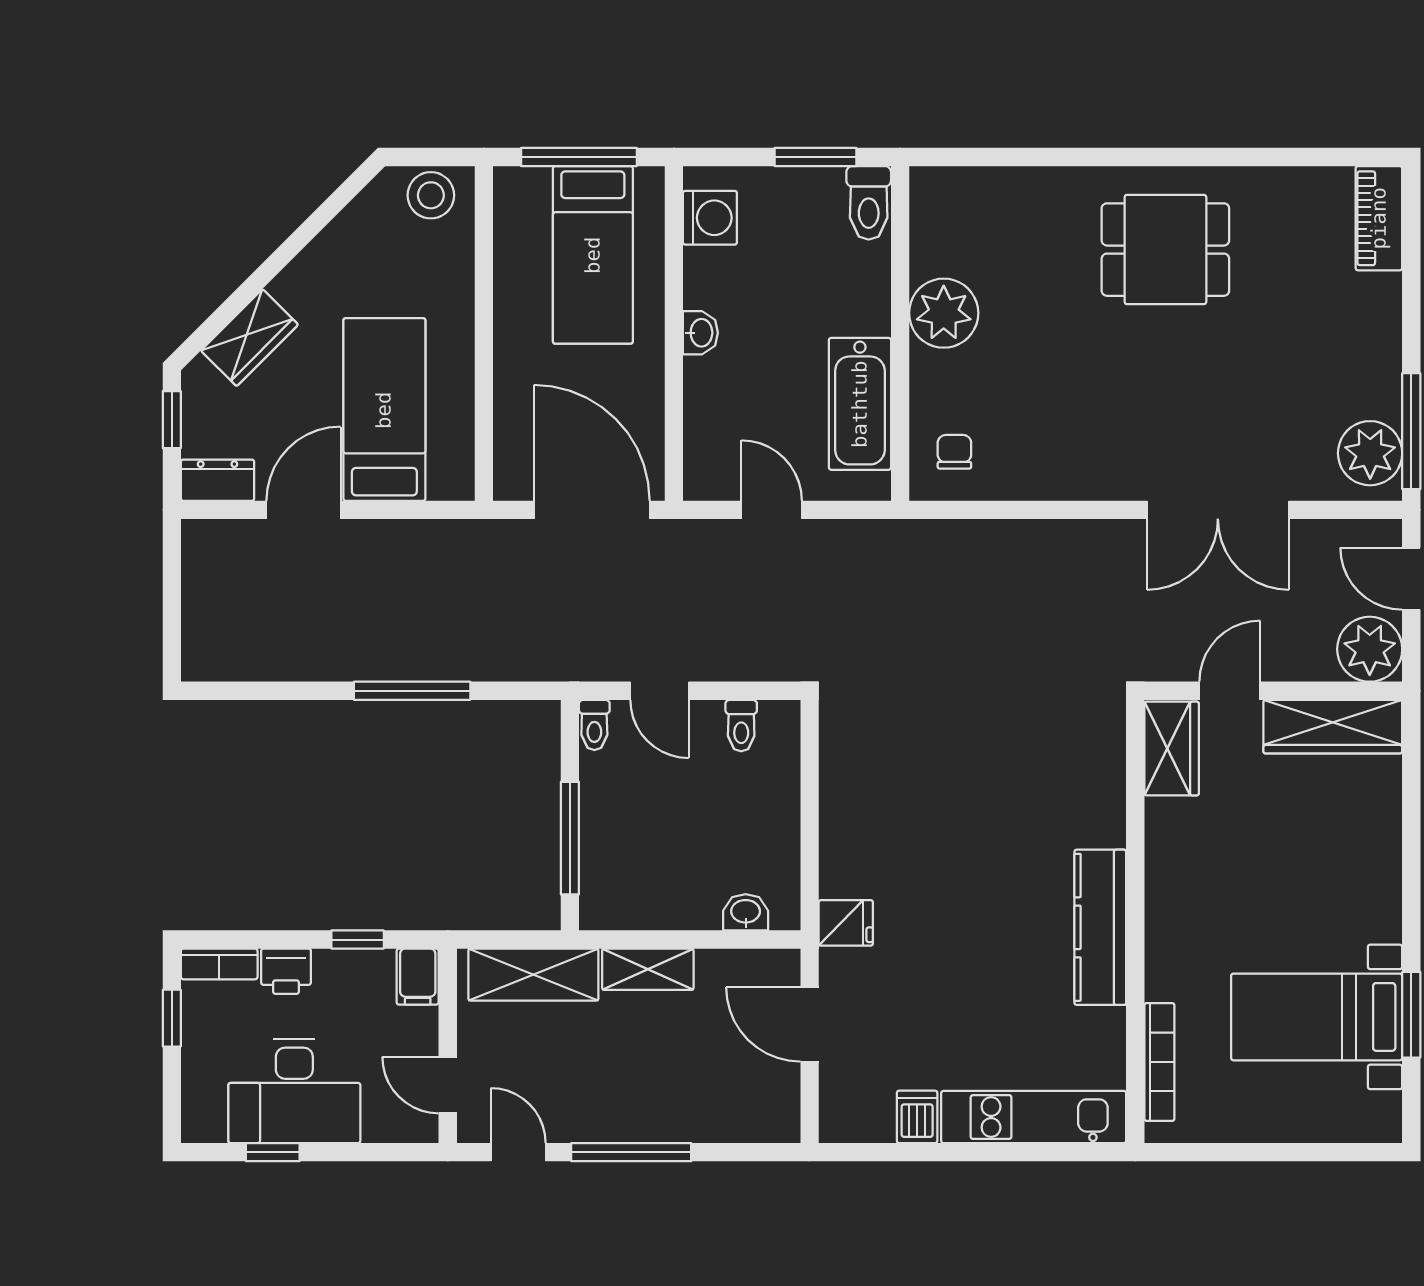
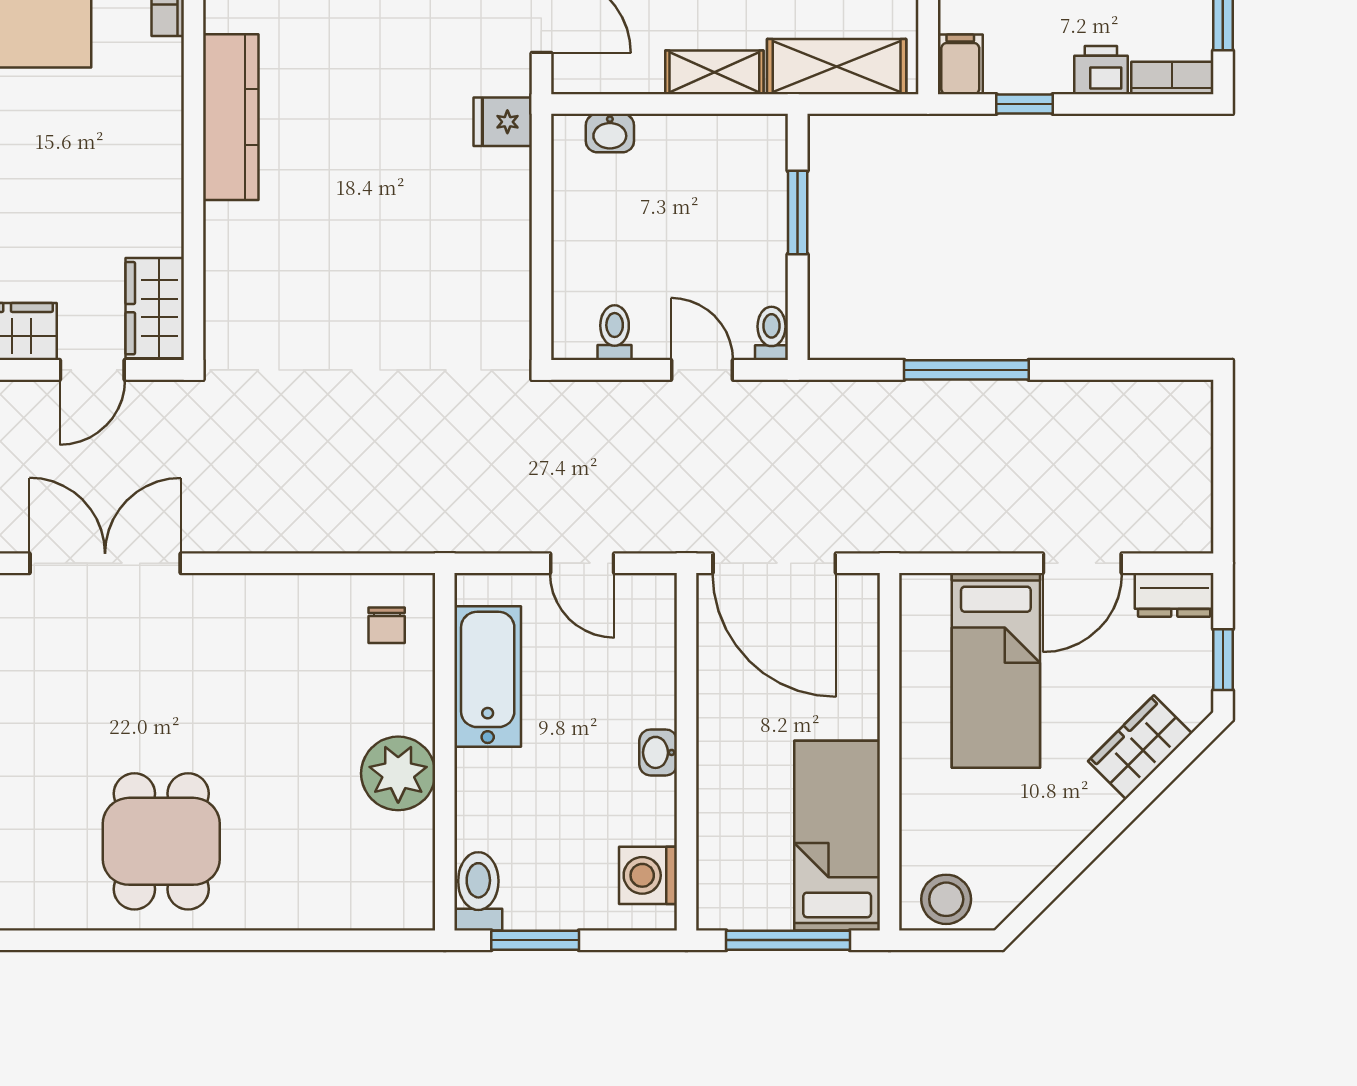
dining table: (1165, 250) -> (161, 841), turned 90
bed: (593, 255) -> (837, 836), moved
window: (570, 838) -> (798, 212), width x0.69

